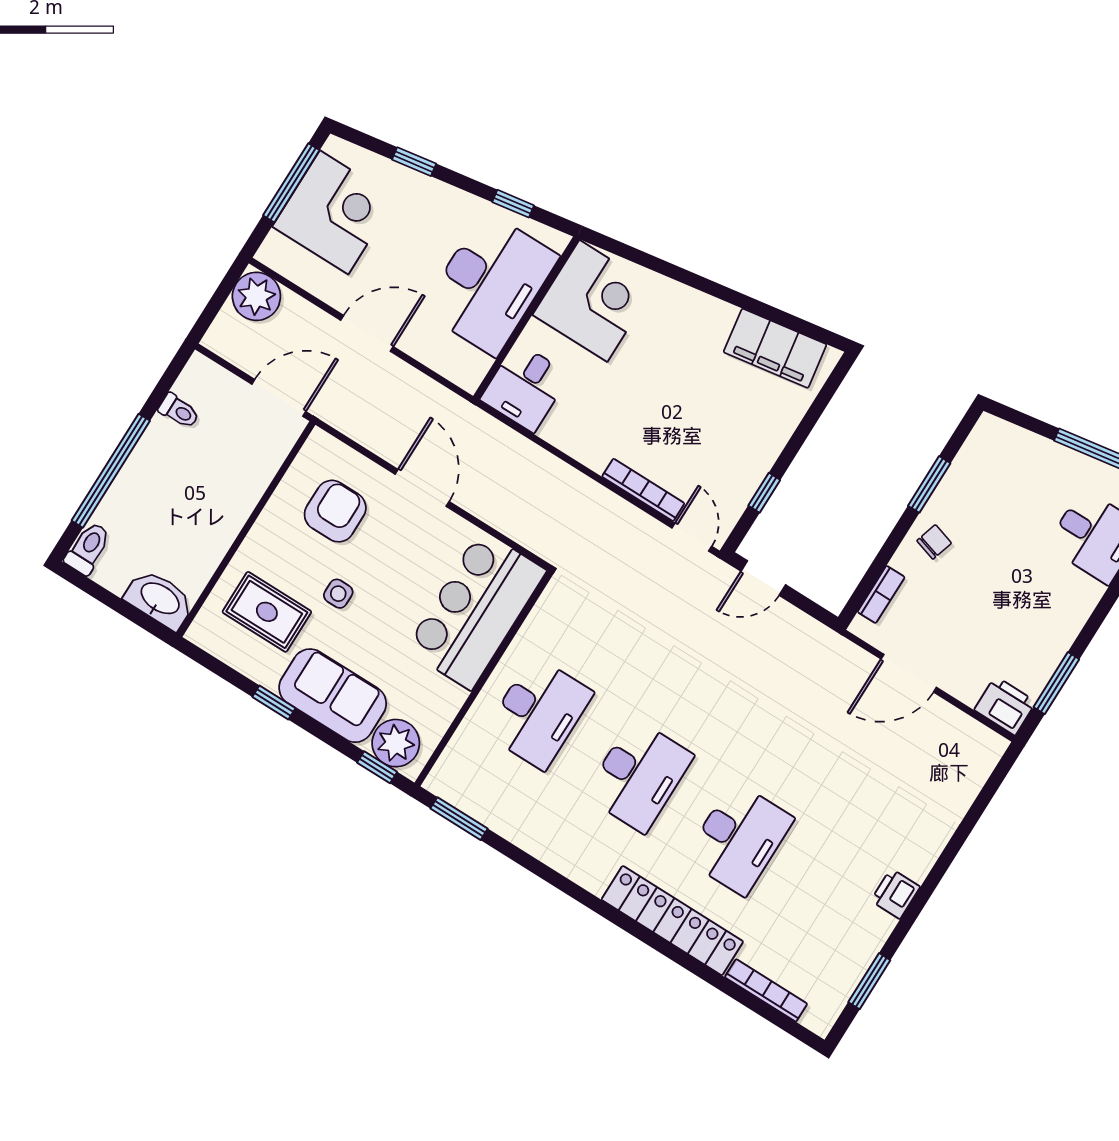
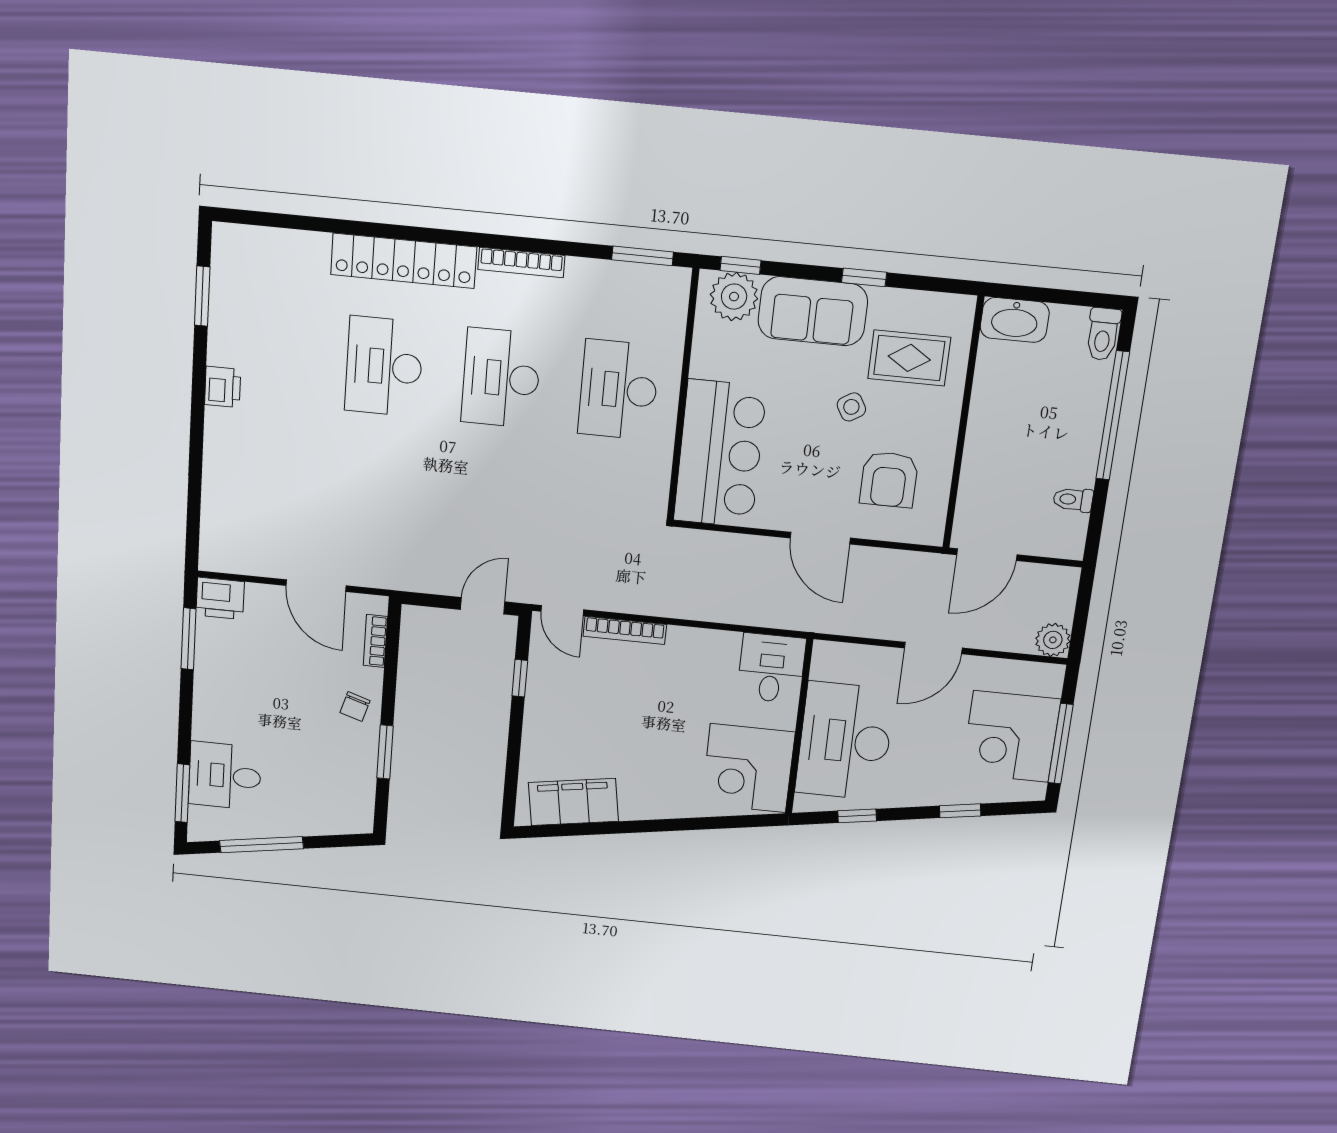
plant: (256, 296) -> (1053, 640), width x0.73, depth x0.73
side table: (338, 594) -> (851, 407), turned -31
door: (909, 673) -> (316, 586), swing flipped
bookcase: (766, 990) -> (521, 262), moved

